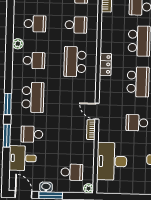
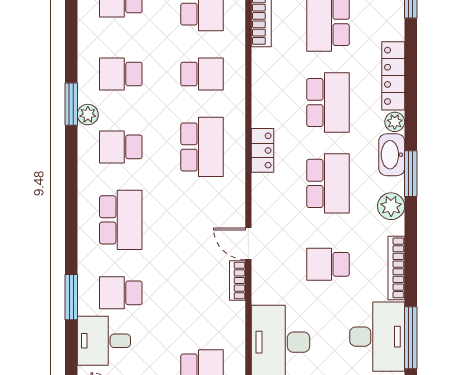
school desk: (35, 24) -> (121, 74), turned 180
school desk: (34, 61) -> (121, 147), turned 180
school desk: (75, 62) -> (202, 147), turned 180
window: (8, 104) -> (71, 104), moved

